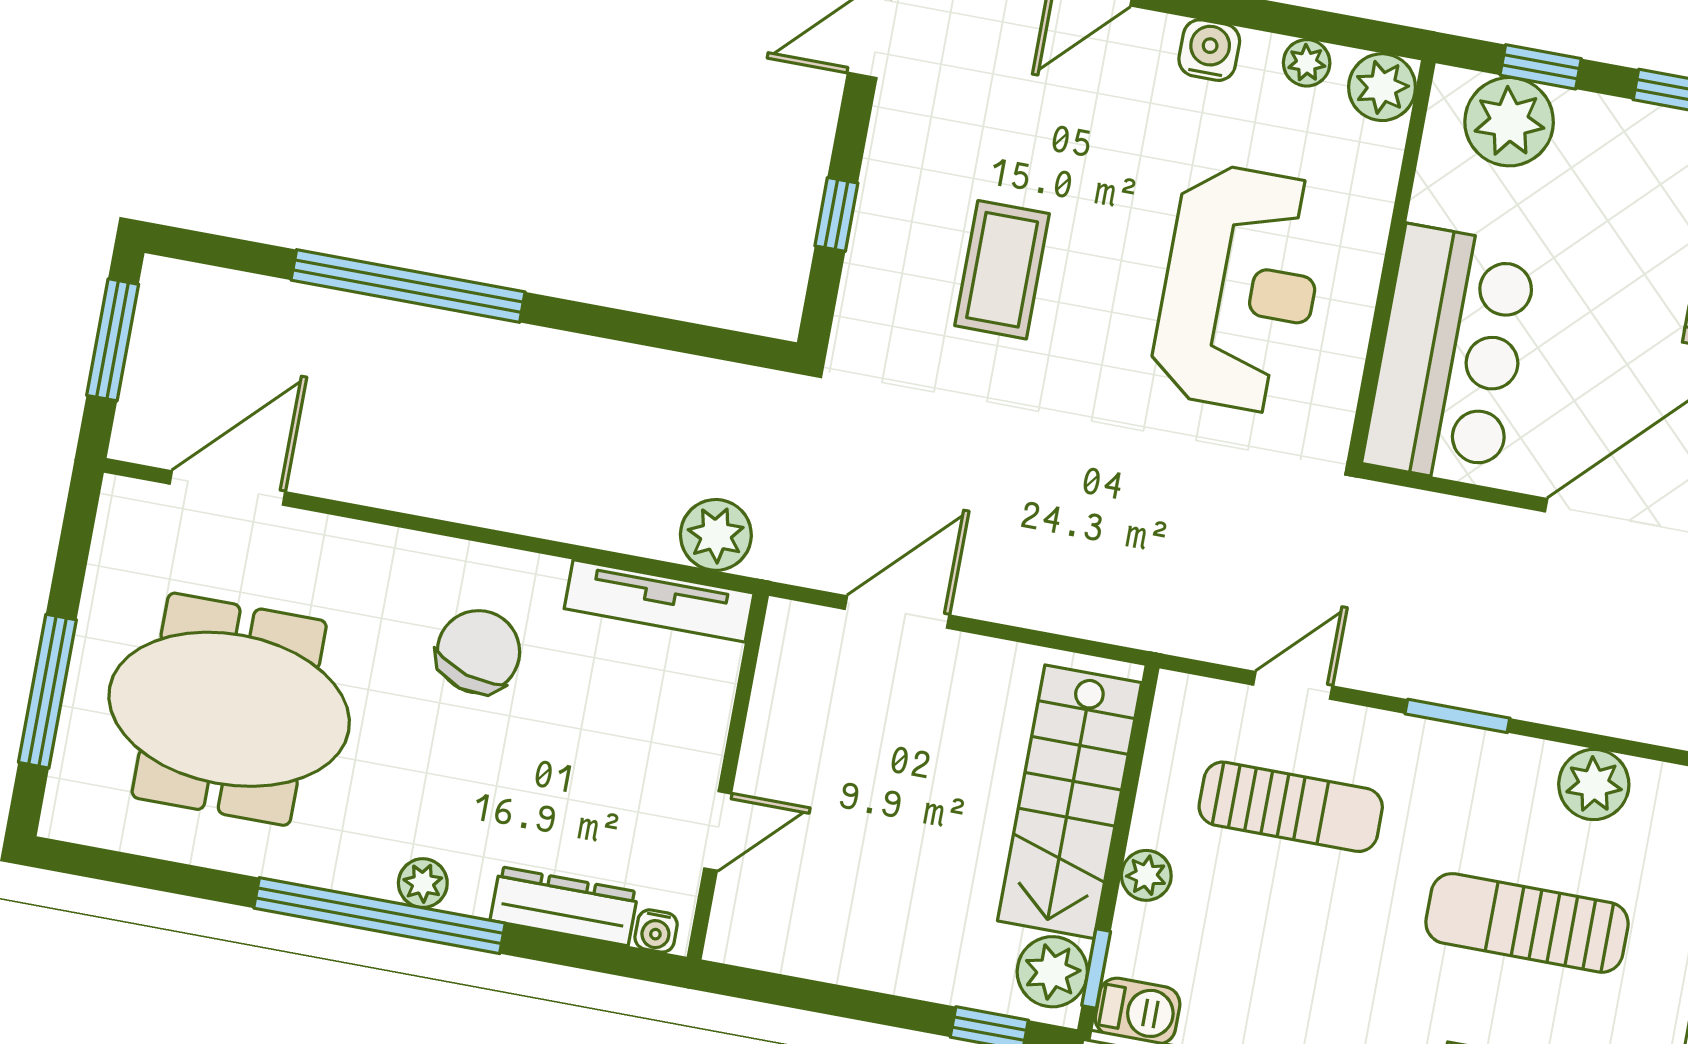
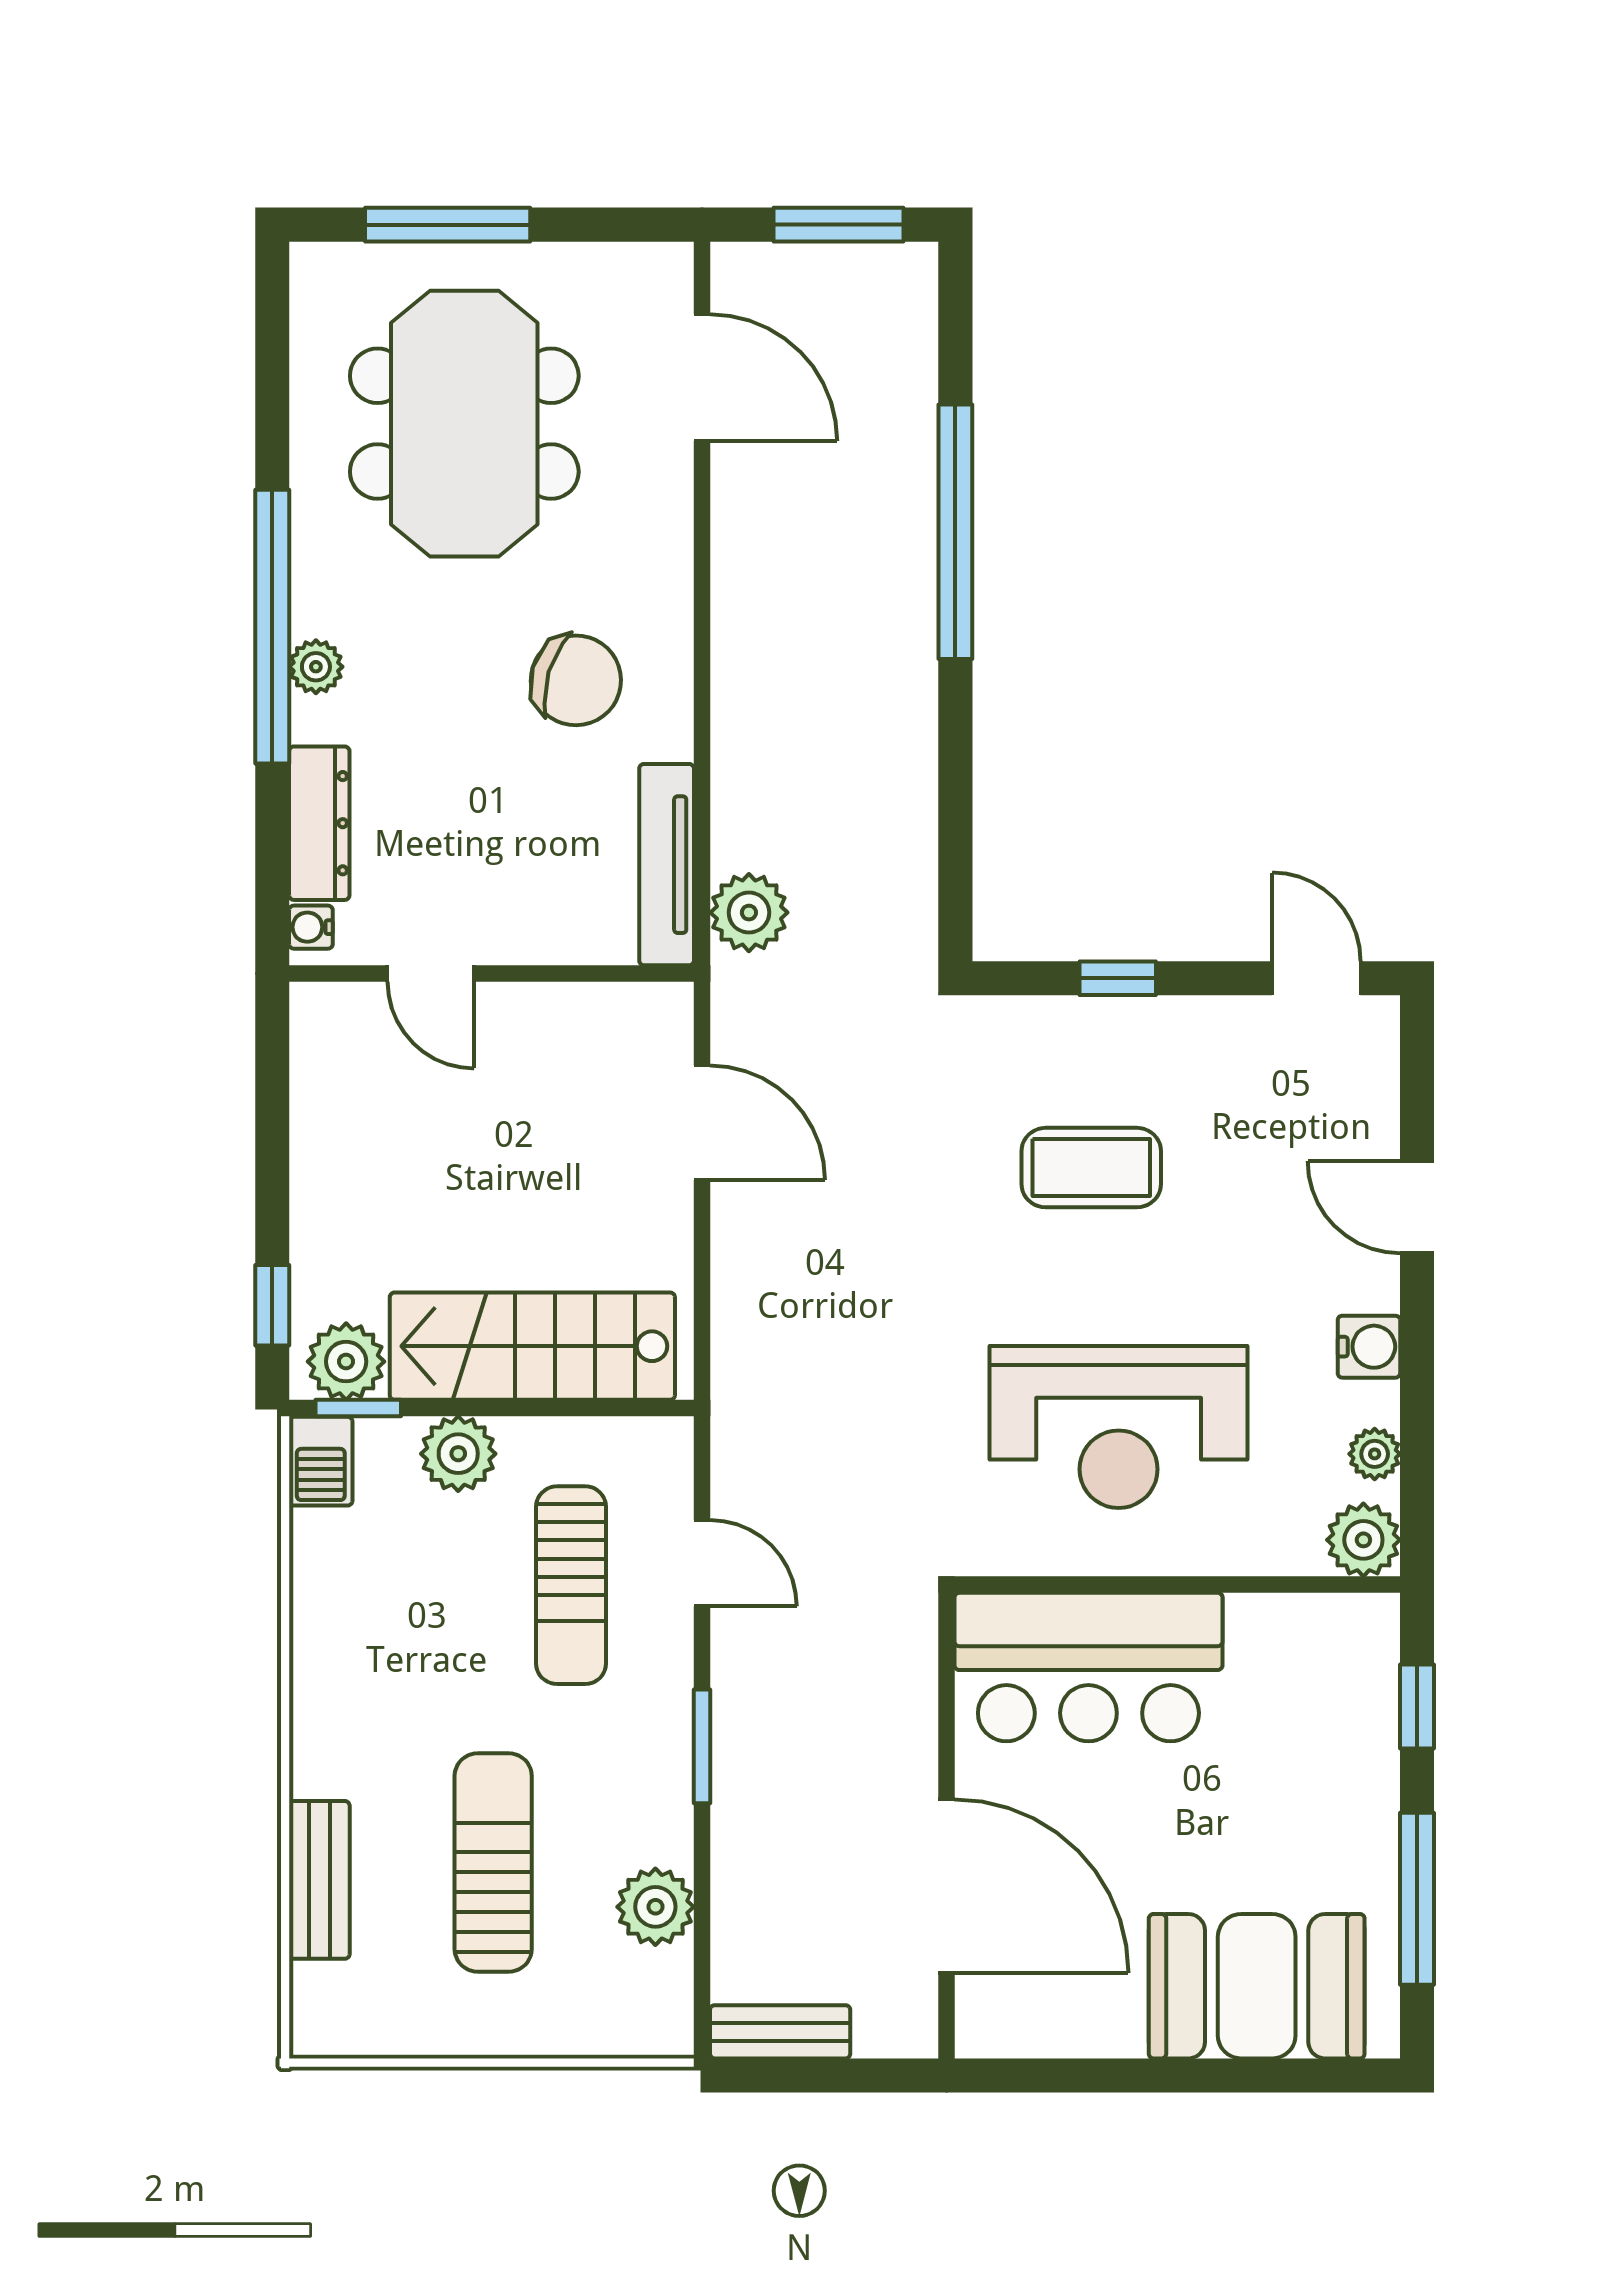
plant: (1509, 122) -> (1352, 1684), removed
plant: (1146, 875) -> (458, 1454), width x1.38, depth x1.38

